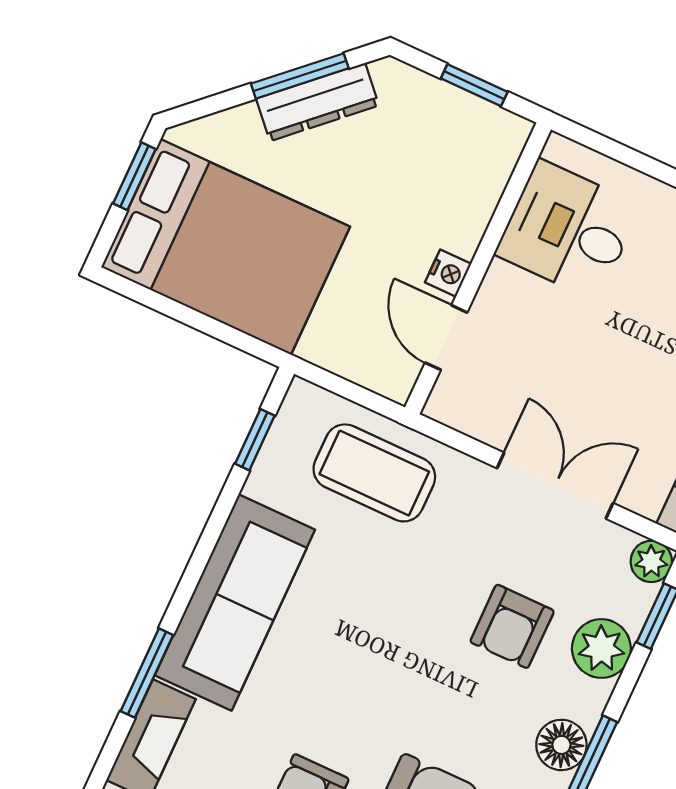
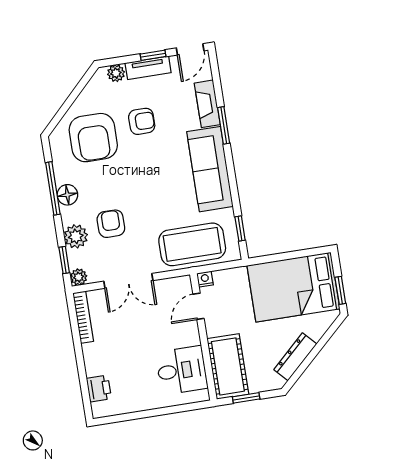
window: (300, 76) -> (307, 362), removed
cot: (468, 174) -> (228, 366), added
nightstand: (448, 273) -> (205, 279), moved, turned 90
door: (446, 338) -> (199, 306), swing flipped
coffee table: (374, 473) -> (192, 244), width x1.36, depth x1.32

